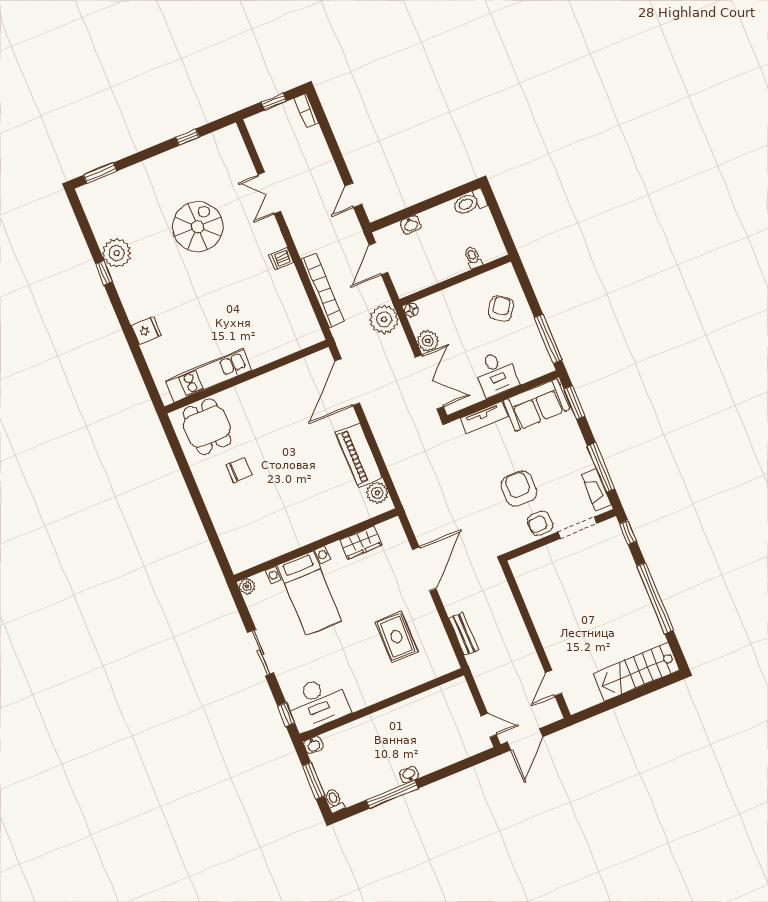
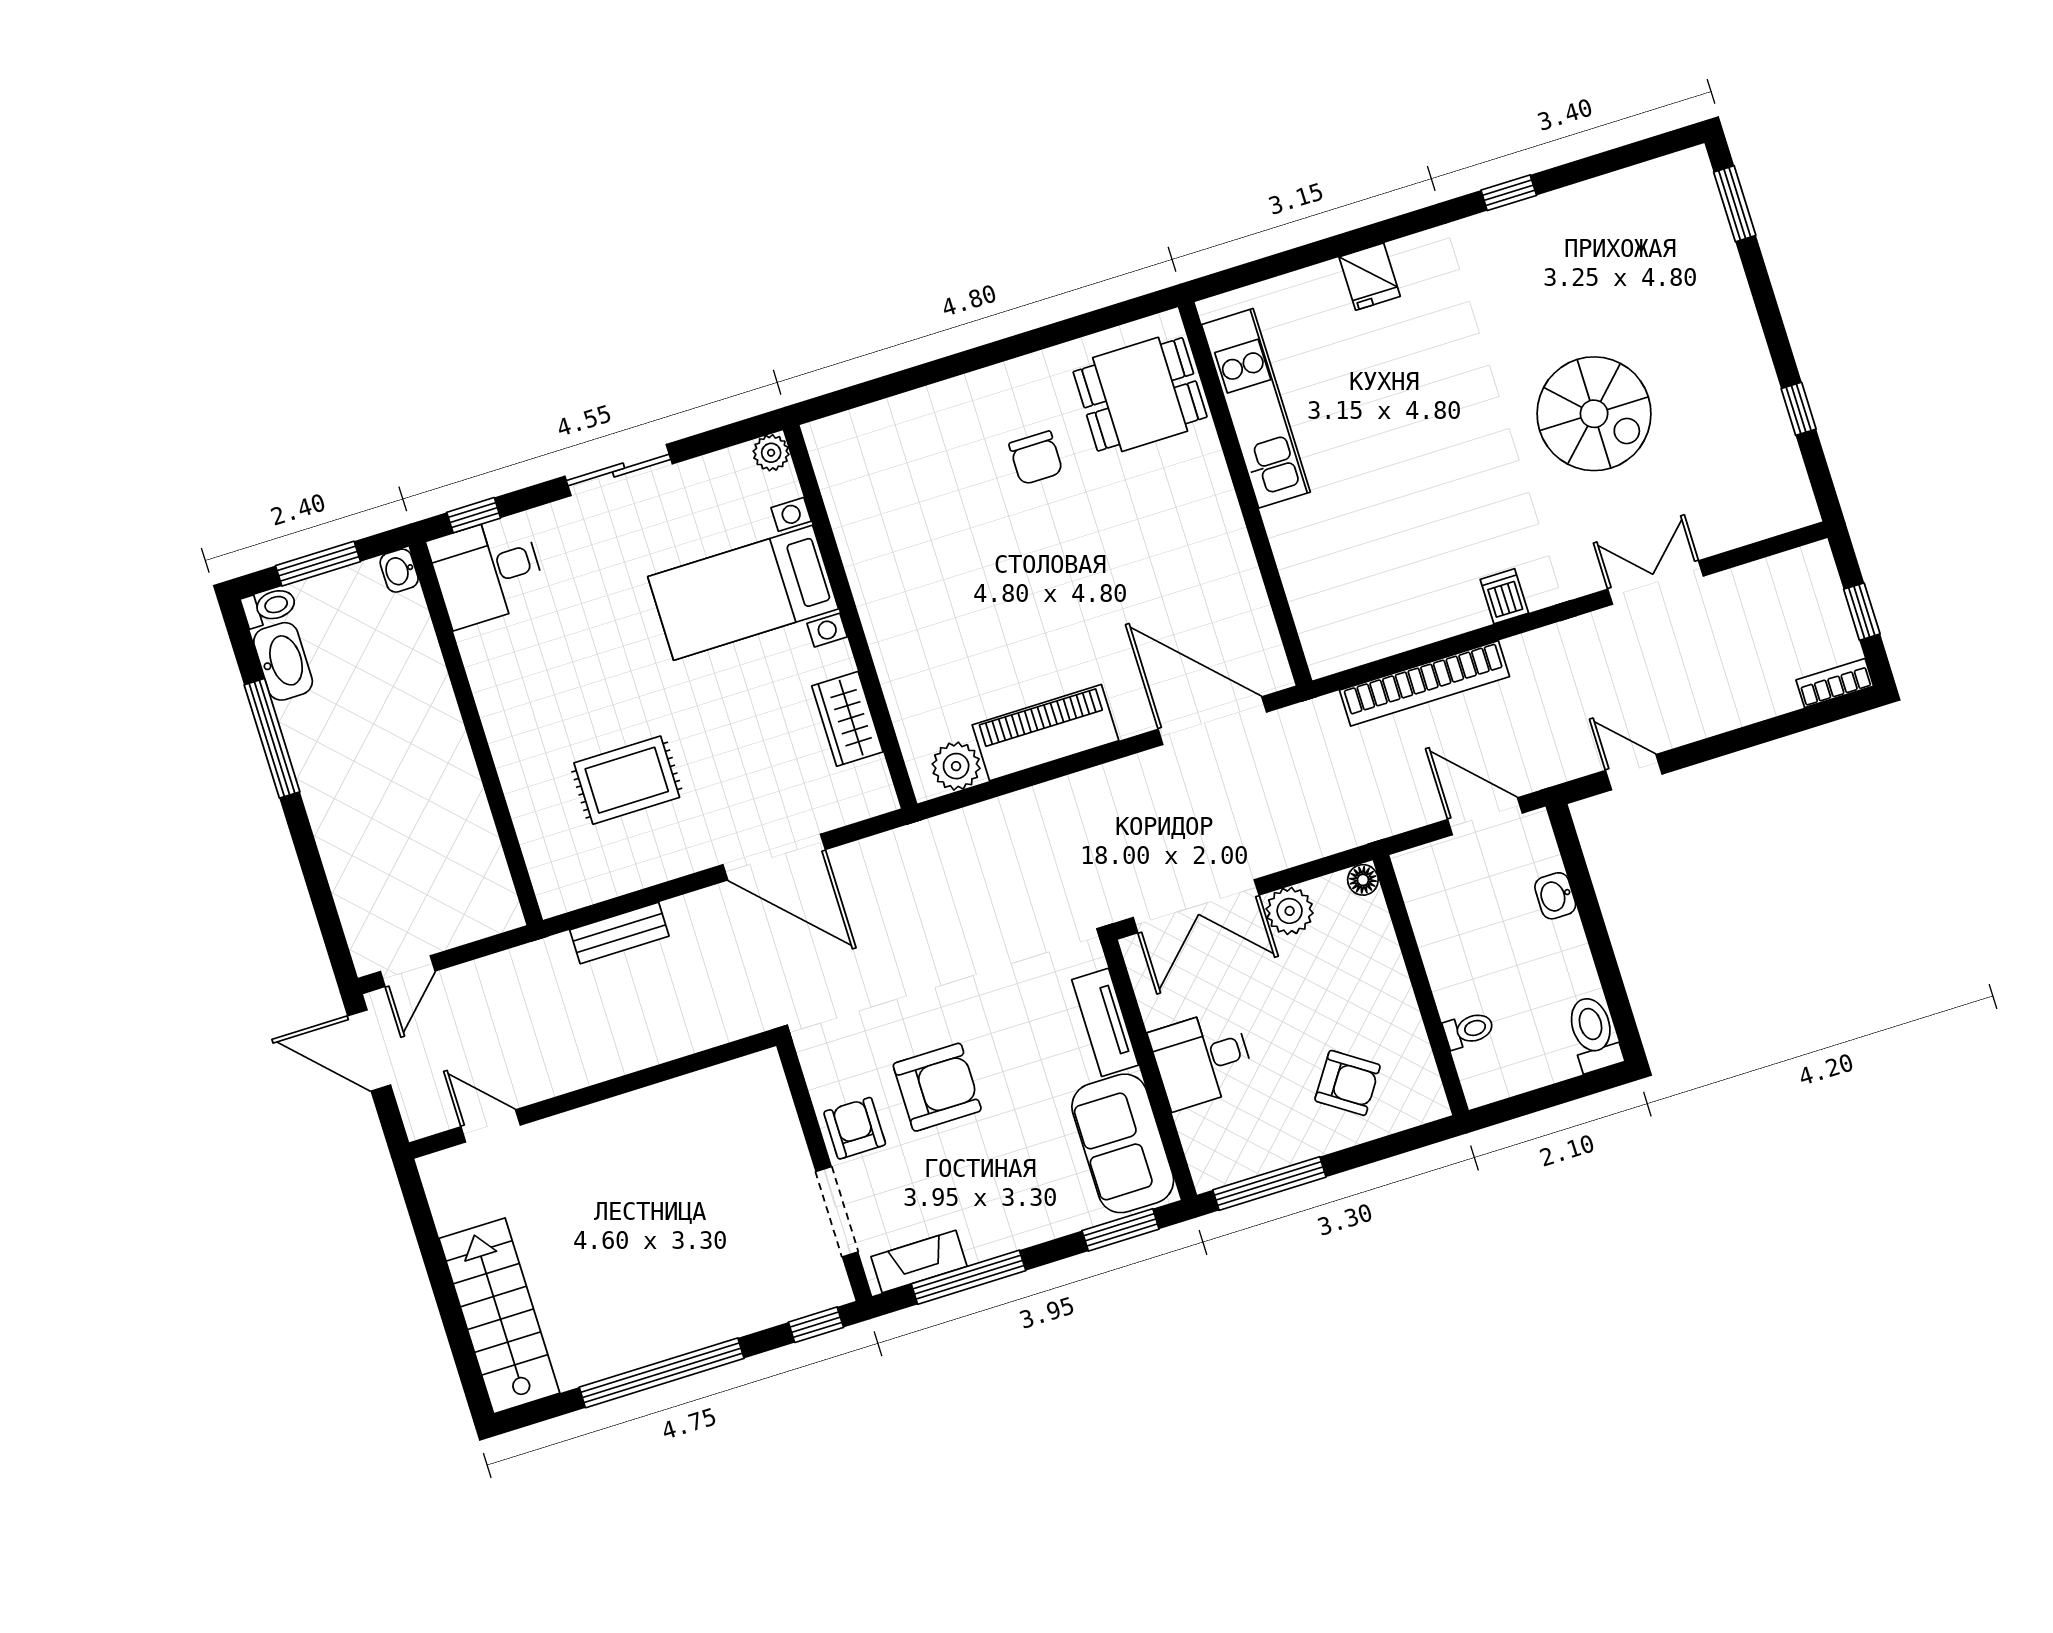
plant: (117, 253) -> (1551, 225), removed
plant: (384, 319) -> (1347, 816), removed
desk: (317, 703) -> (487, 571), width x0.73
washbasin: (409, 775) -> (283, 661), moved, width x1.91, depth x1.45

